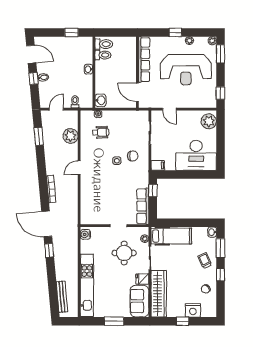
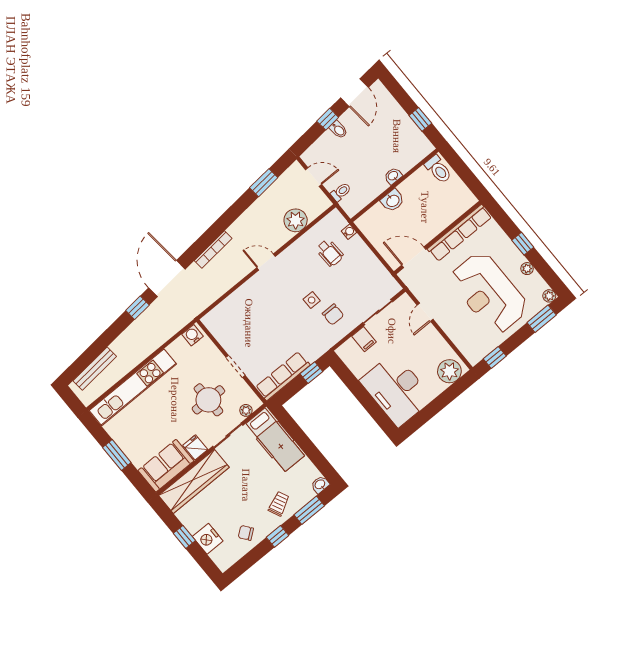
toilet: (103, 55) -> (424, 179), removed
door: (137, 92) -> (414, 257), hinge flipped
washbasin: (101, 100) -> (393, 201), moved
filing cabinet: (158, 165) -> (364, 339), moved

